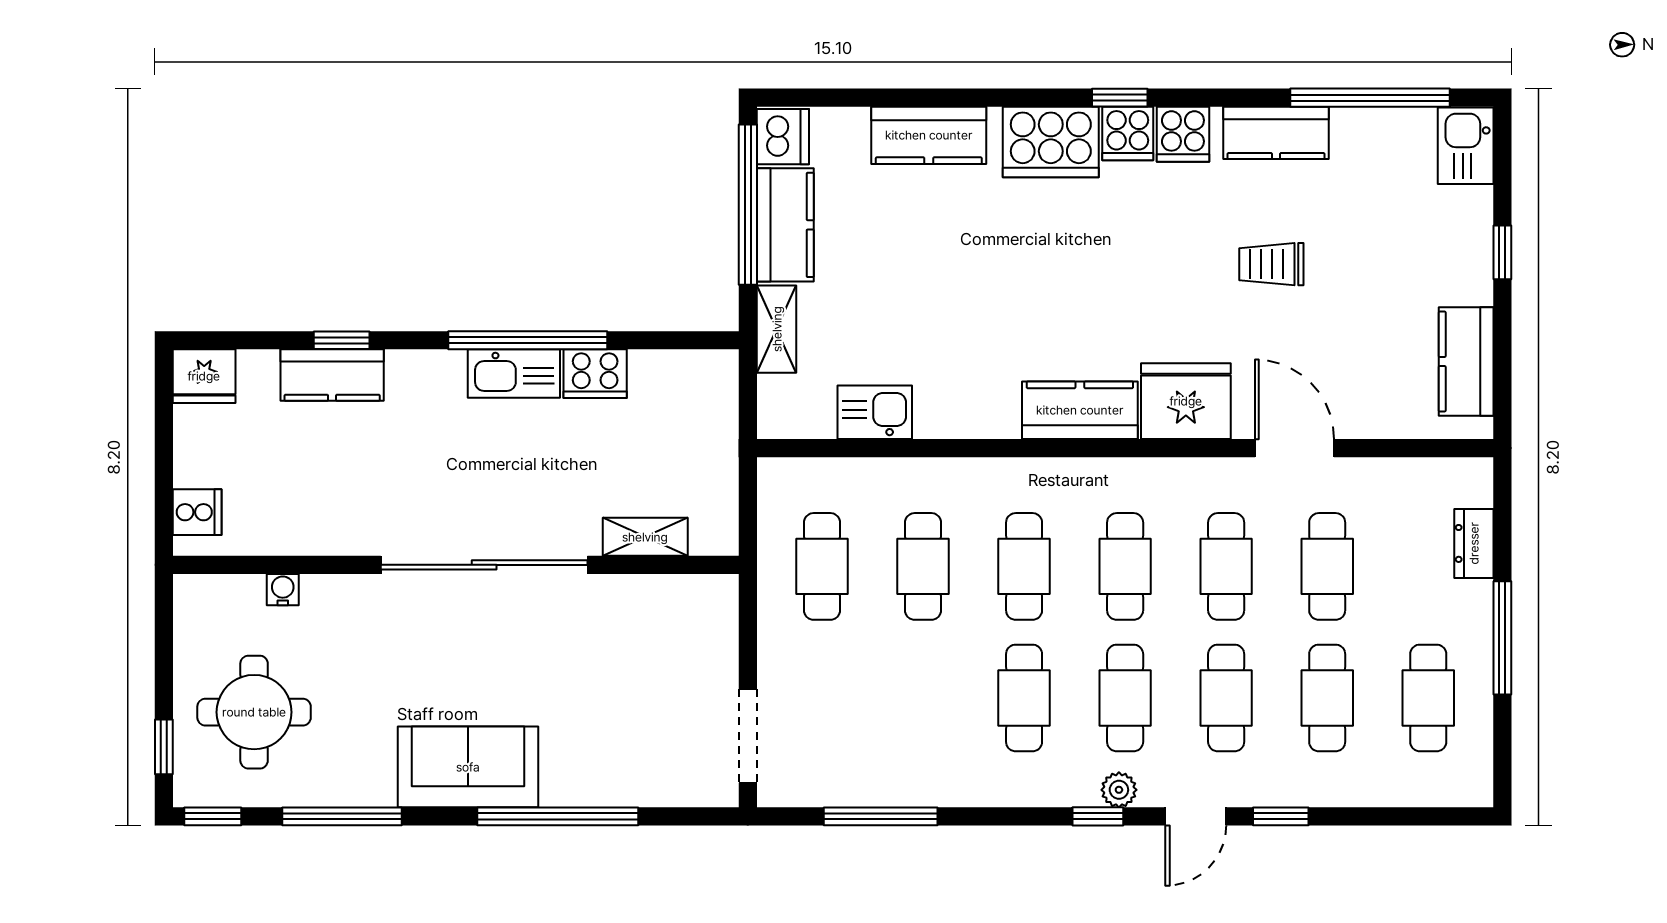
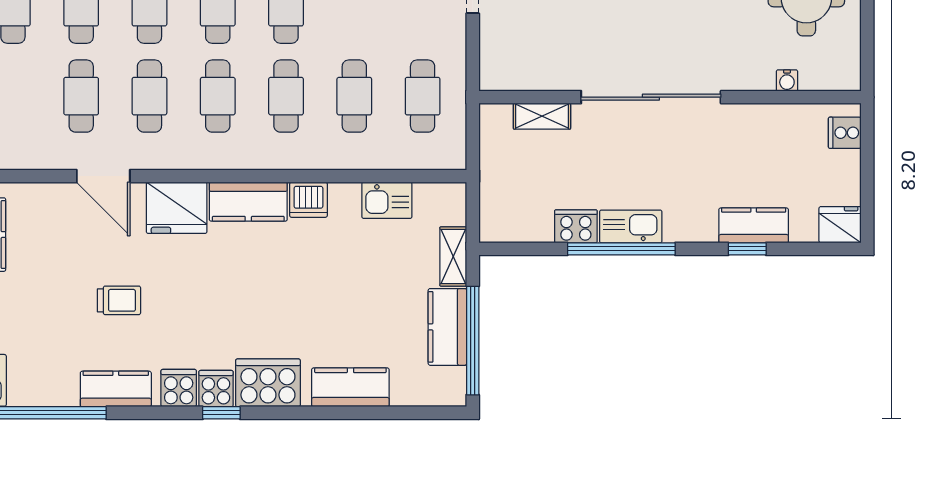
dishwasher: (783, 137) -> (308, 200), moved, turned -90

